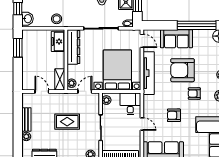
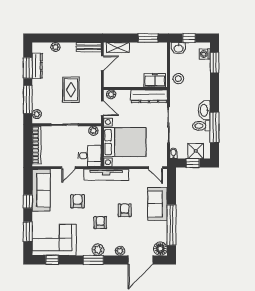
door: (142, 41) -> (155, 168), hinge flipped
armchair: (182, 70) -> (125, 210), width x0.53, depth x0.53
tv unit: (149, 73) -> (106, 175), moved
shelving: (60, 79) -> (118, 48), moved
bench: (26, 119) -> (89, 47), moved

